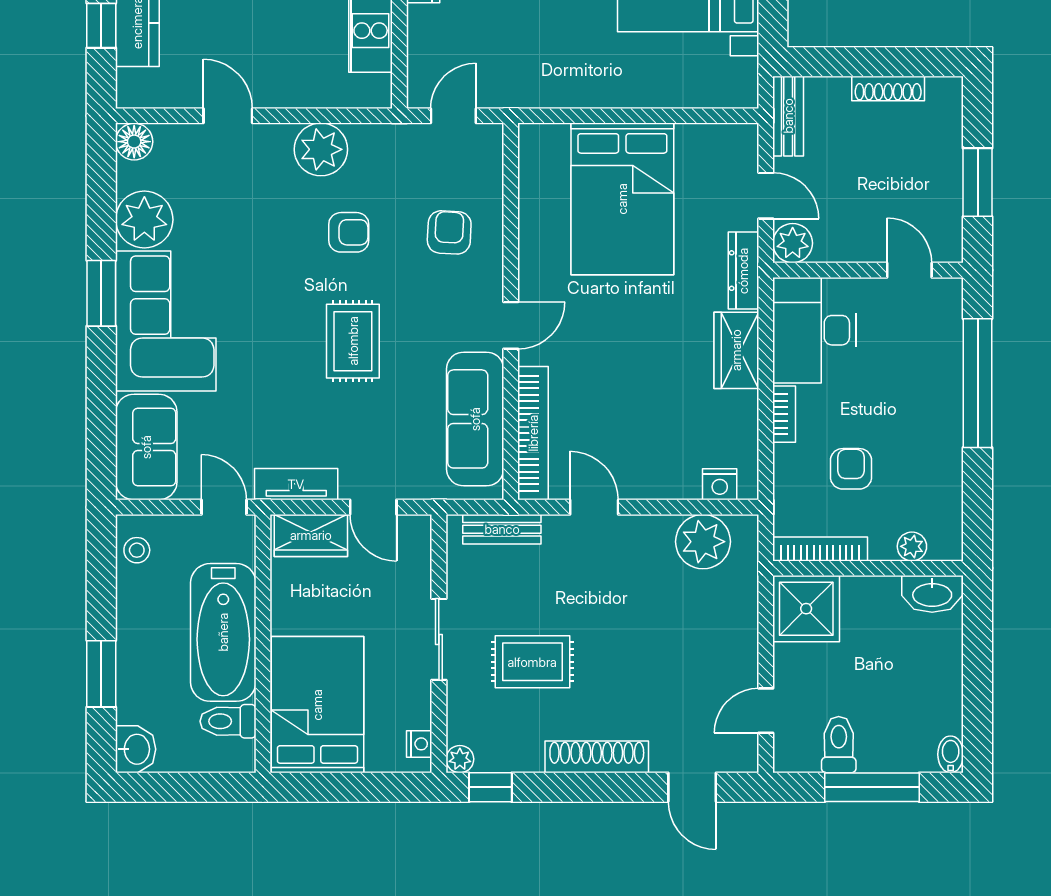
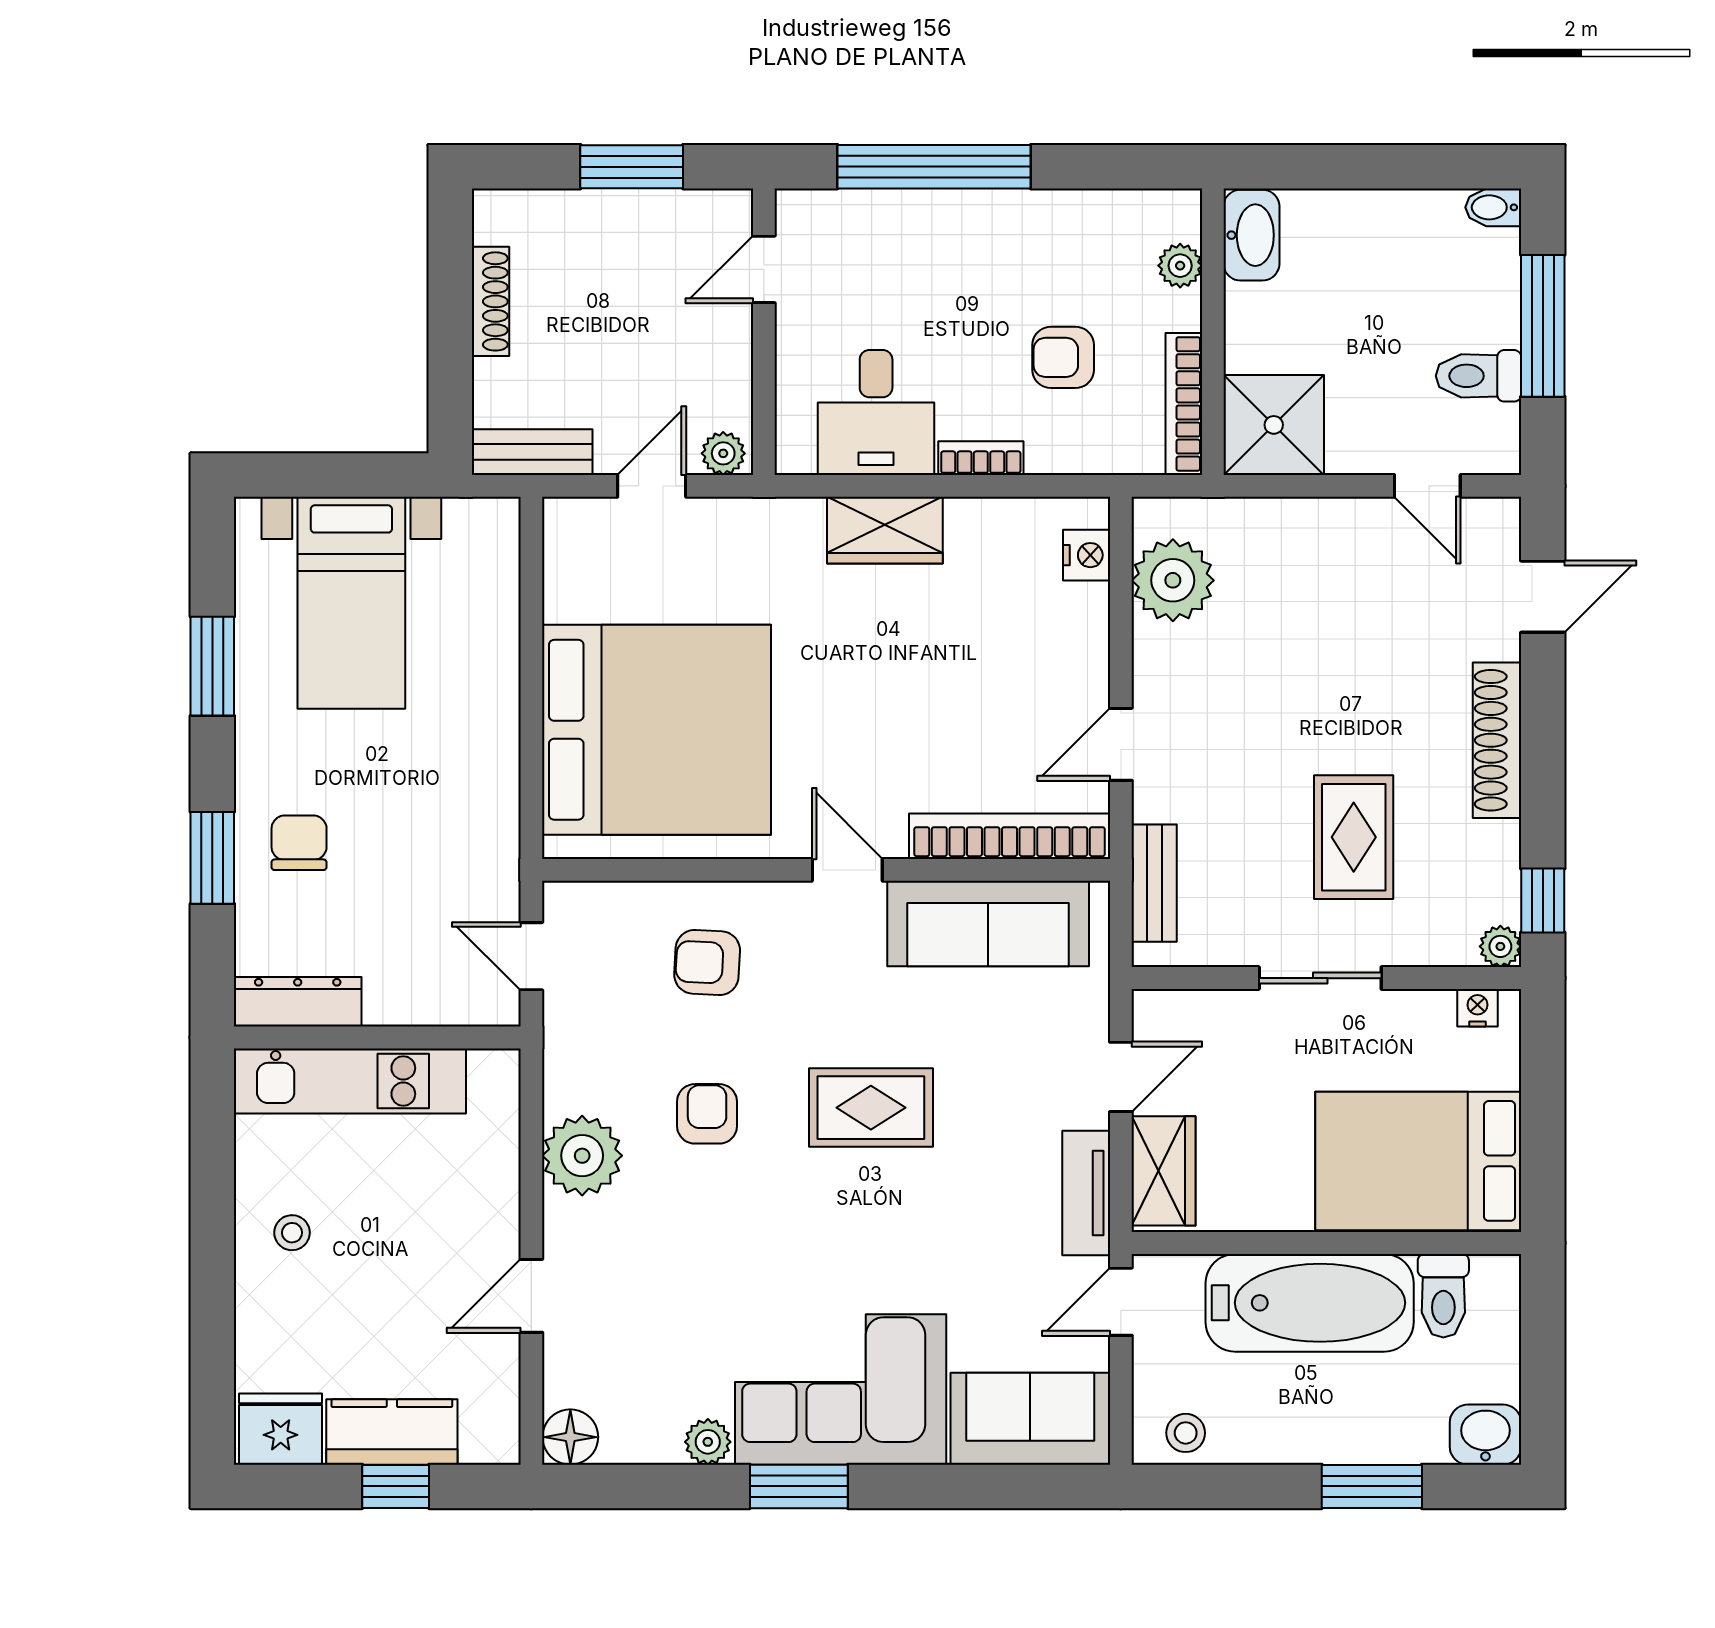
bed: (622, 199) -> (657, 730), width x1.36
plant: (144, 220) -> (708, 1442), width x0.53, depth x0.53
plant: (793, 243) -> (723, 453), width x0.73, depth x0.73
dresser: (743, 271) -> (765, 519), removed
desk: (814, 330) -> (876, 412), width x0.73

